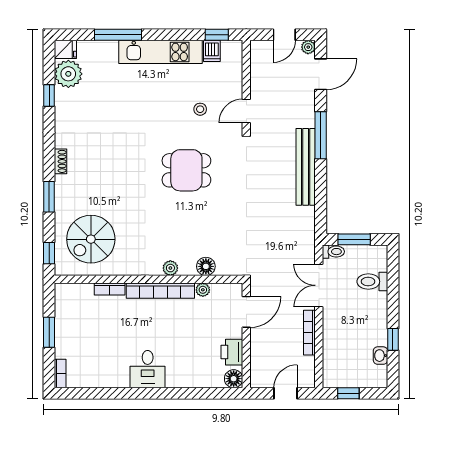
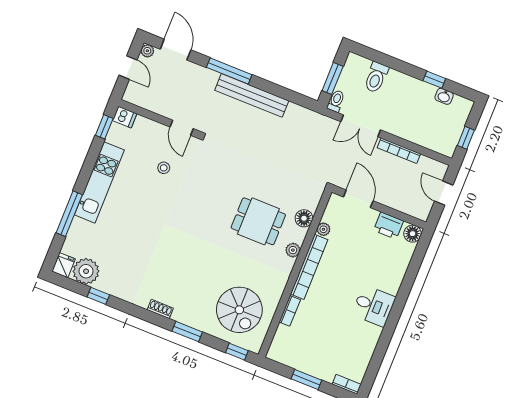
dishwasher: (212, 51) -> (125, 117), moved
dining table: (186, 170) -> (258, 221), moved, turned 90

